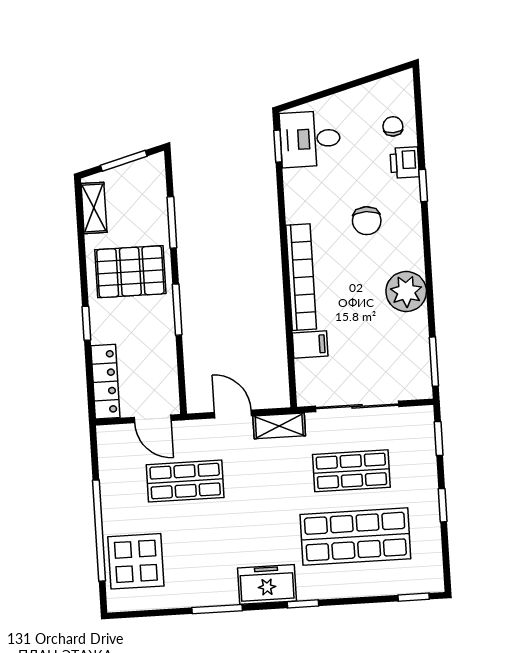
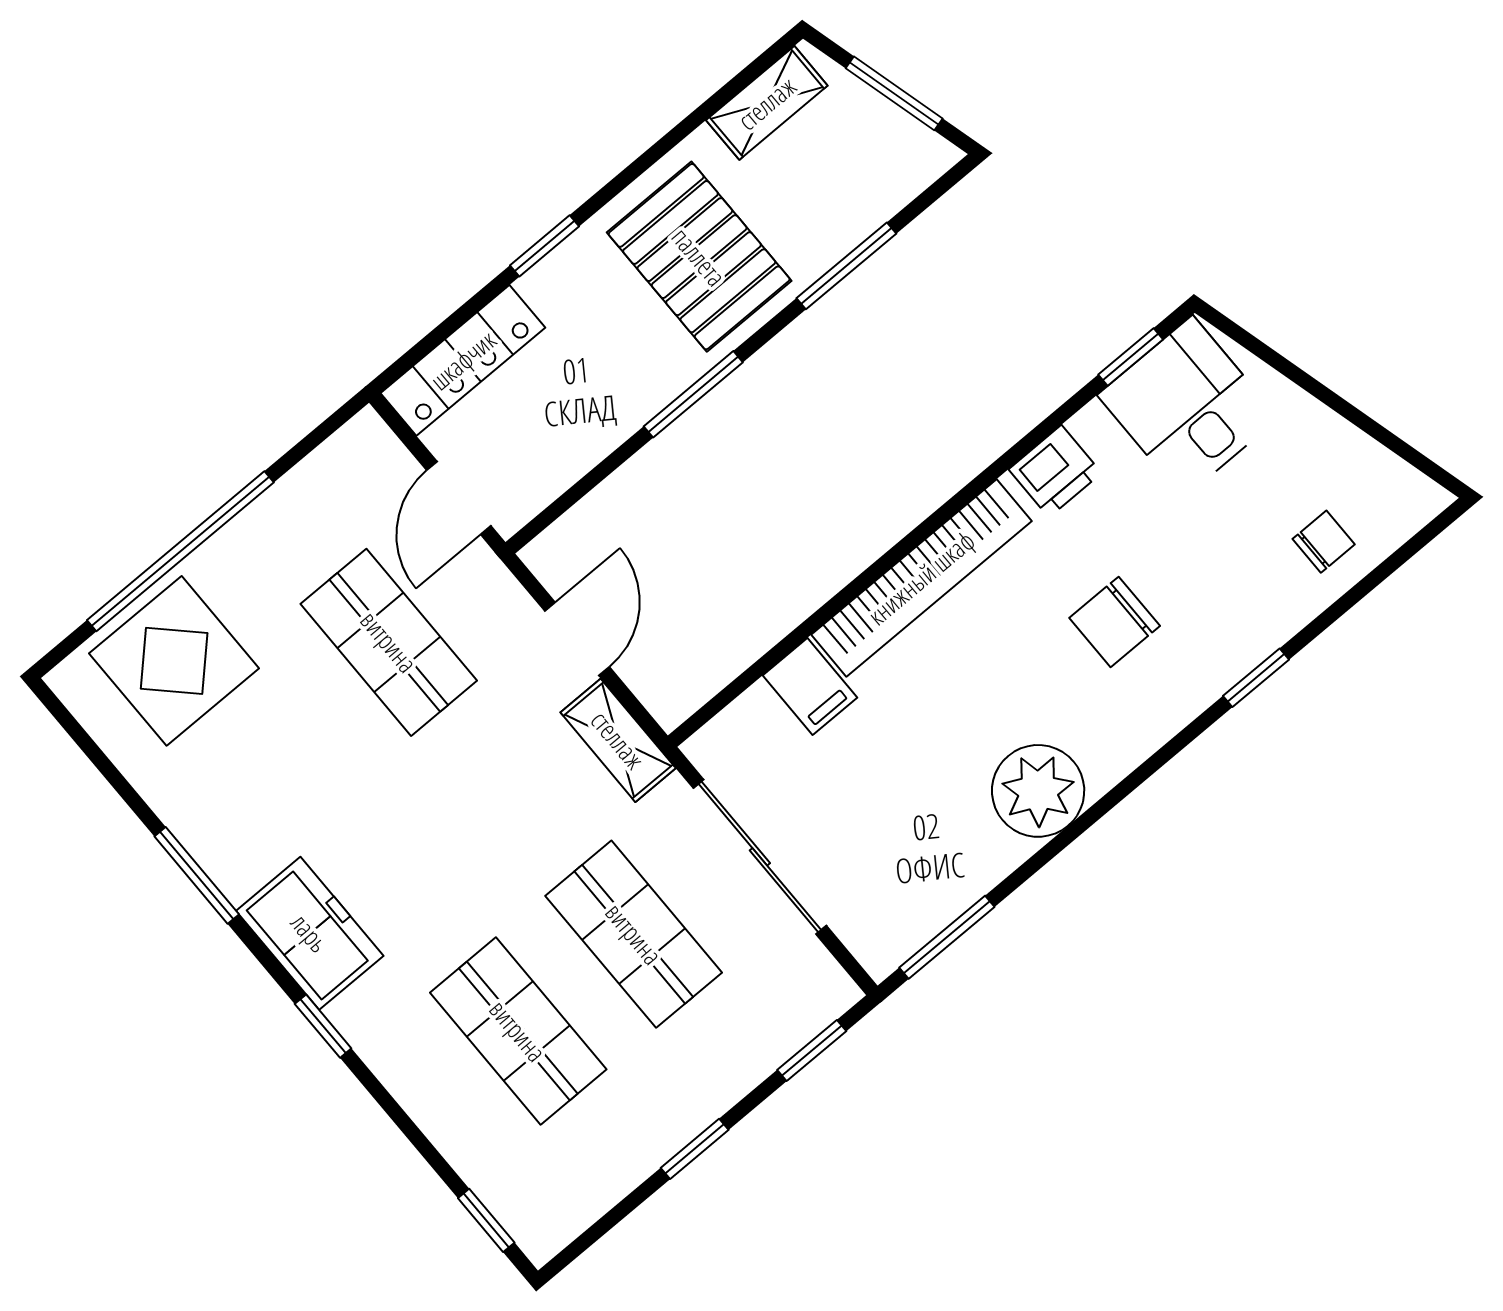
printer: (405, 163) -> (1055, 471), moved, turned 180
shop shelf: (355, 537) -> (518, 1031), width x0.70, depth x0.74

